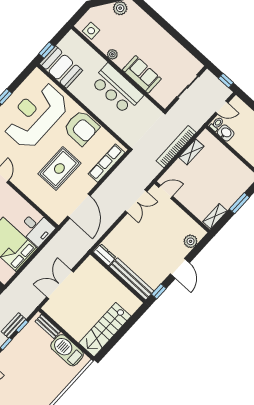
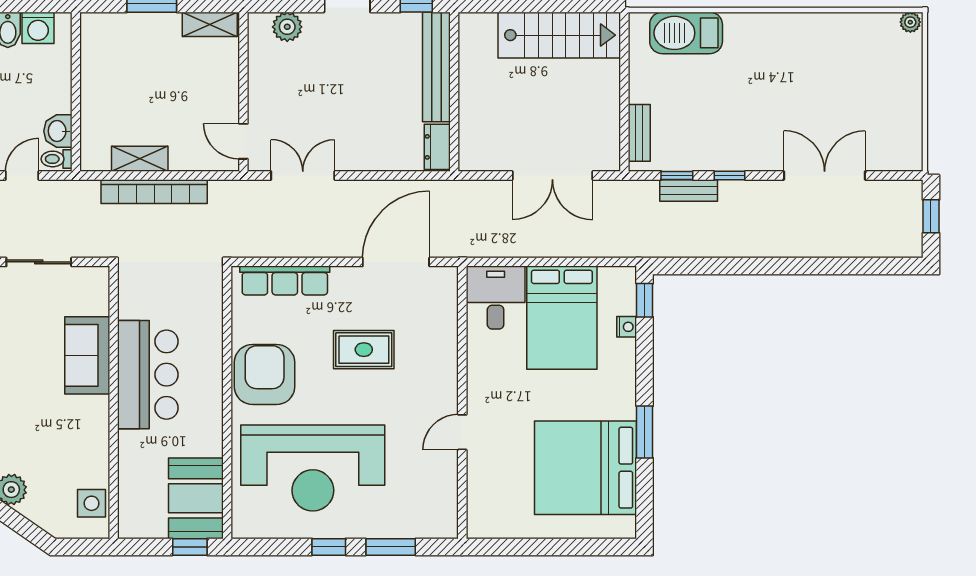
plant: (112, 54) -> (98, 433), removed
door: (222, 107) -> (22, 175), hinge flipped
rug: (59, 168) -> (364, 350), width x0.73, depth x0.70
barbecue: (67, 350) -> (686, 33), moved, turned 90

